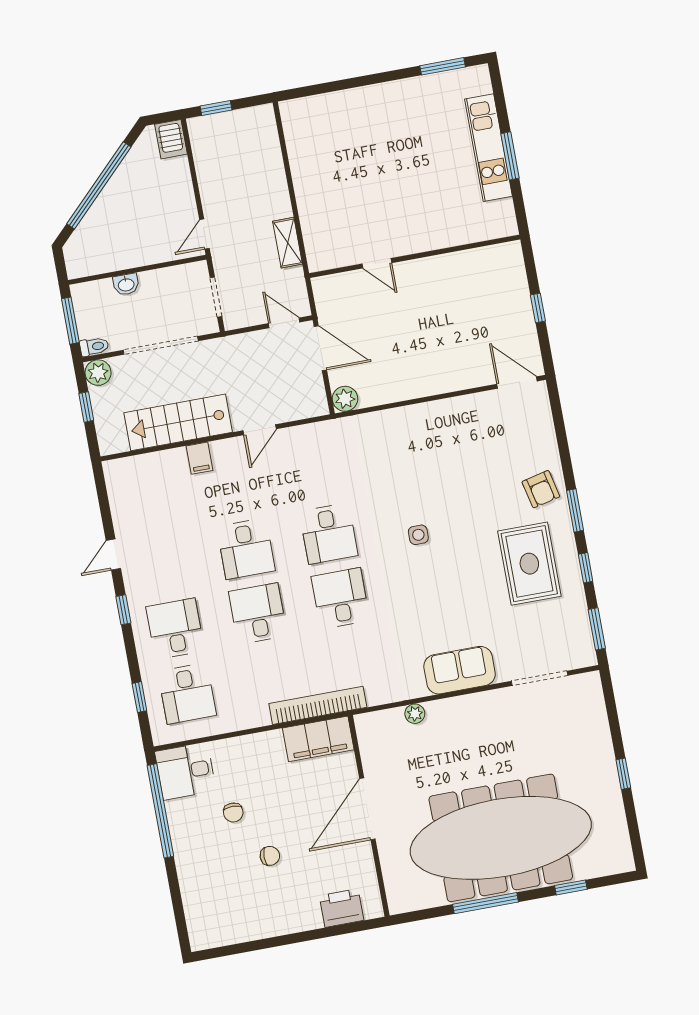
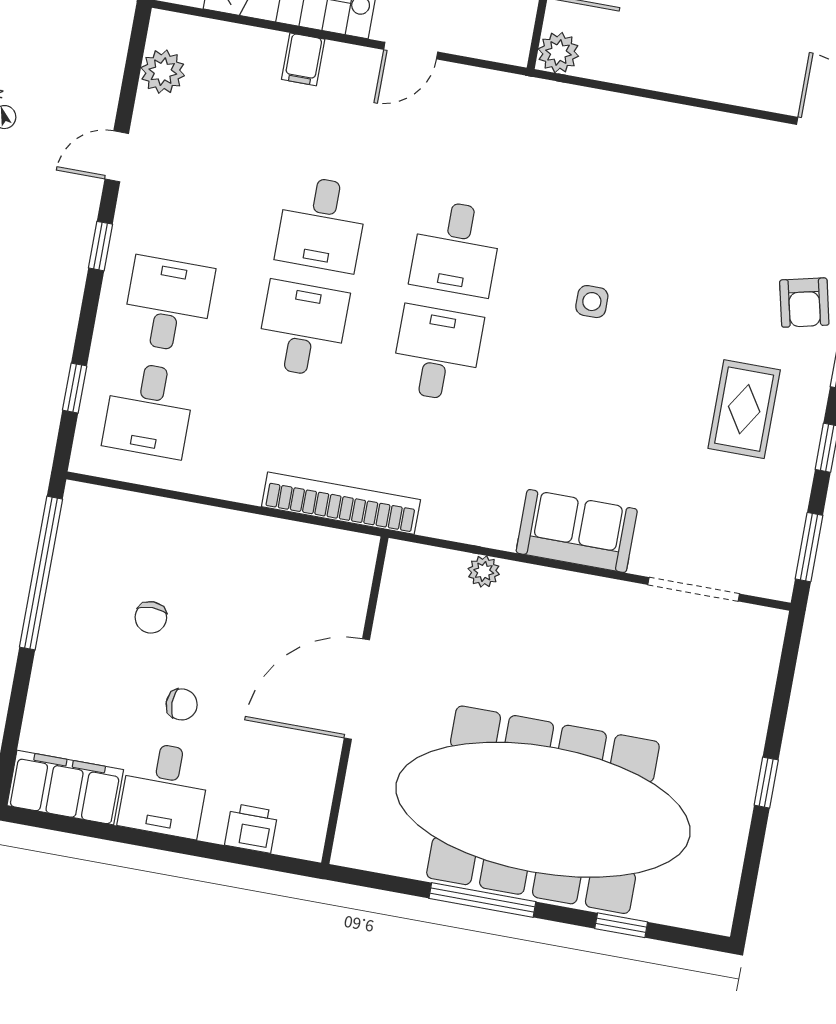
plant: (121, 496) -> (163, 72), added
rug: (529, 564) -> (744, 409), width x0.73, depth x0.70
filing cabinet: (318, 739) -> (65, 788), moved, turned 180
desk: (185, 771) -> (164, 790), moved, turned -90
printer: (341, 908) -> (251, 828), width x0.73, depth x0.81

